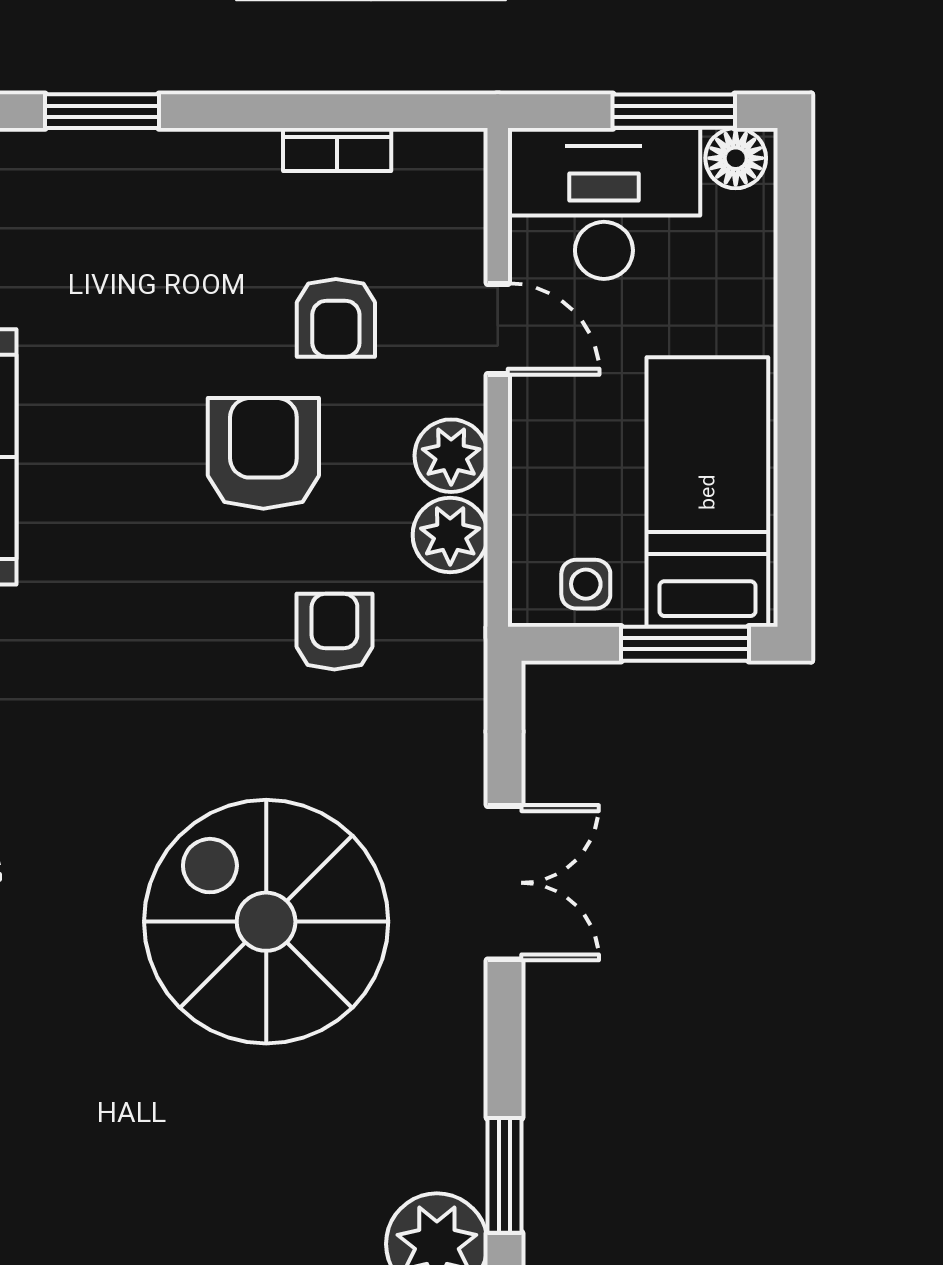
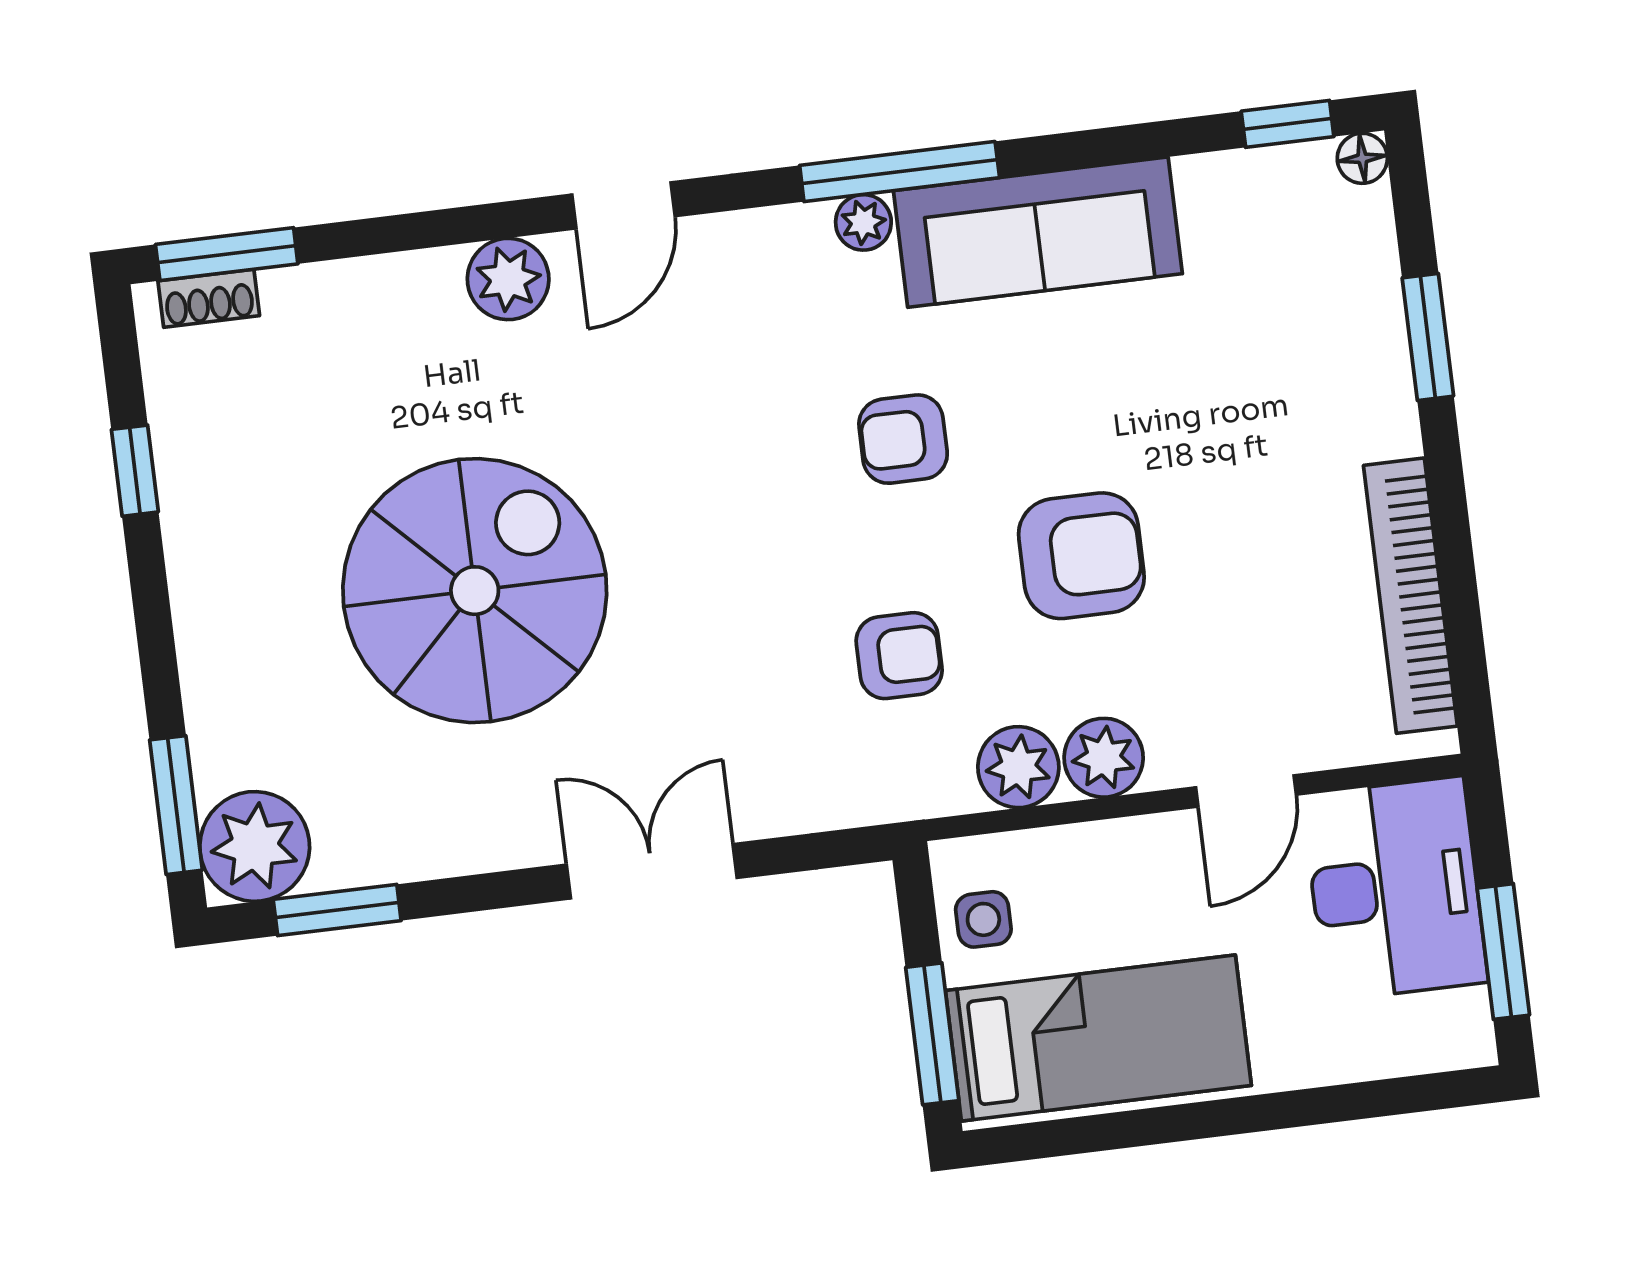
bookcase: (337, 150) -> (1410, 596), width x2.31, depth x1.31
floor lamp: (736, 158) -> (1461, 1024), removed
armchair: (336, 318) -> (903, 439), moved
double door: (504, 883) -> (652, 871), swing flipped
spiral stairs: (266, 922) -> (475, 591), moved

